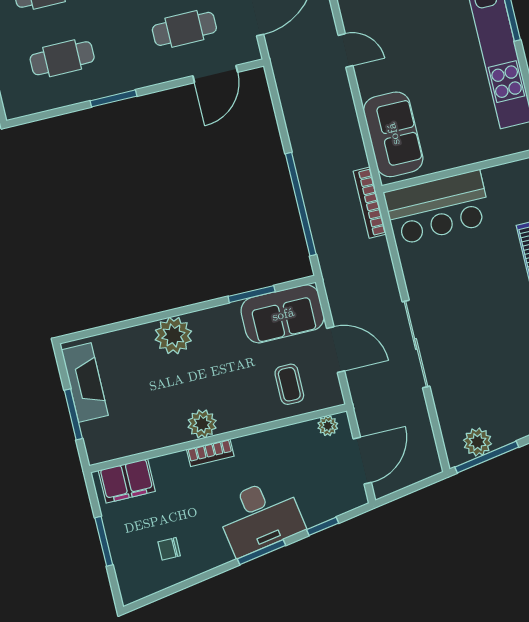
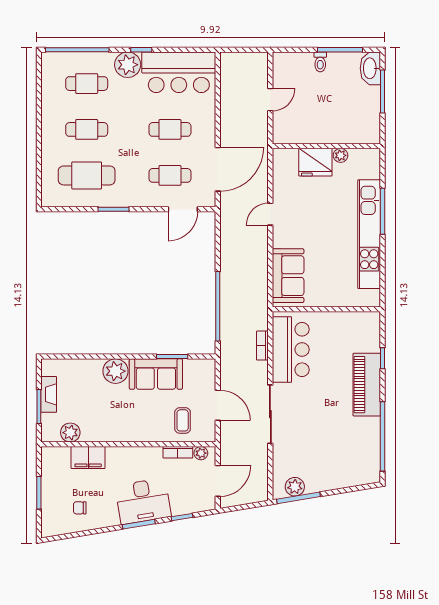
door: (346, 50) -> (270, 214), swing flipped
cafe table: (62, 58) -> (87, 175), width x1.37, depth x1.35
bookcase: (370, 203) -> (262, 346), moved, width x0.64
bar counter: (438, 208) -> (291, 349), moved, turned -90
sofa: (283, 314) -> (156, 374), moved
fireplace: (85, 383) -> (49, 394), width x0.73, depth x0.76
plant: (202, 424) -> (70, 433), moved
bookcase: (210, 453) -> (178, 452), moved
filing cabinet: (127, 481) -> (88, 458), moved

